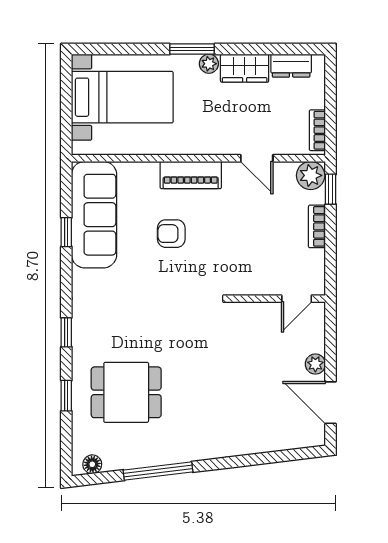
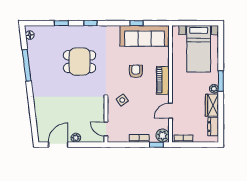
side table: (234, 263) -> (122, 100), added
dining table: (126, 392) -> (80, 62), moved, turned 90

